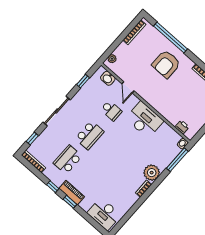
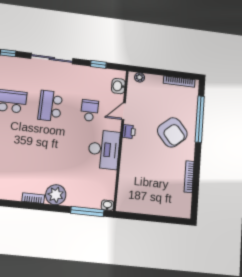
armchair: (166, 64) -> (172, 132), turned -131
school desk: (111, 111) -> (90, 110), turned 180
printer: (182, 127) -> (129, 132), moved
school desk: (89, 135) -> (50, 106), turned 90

